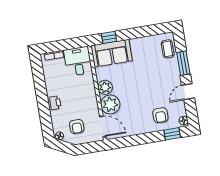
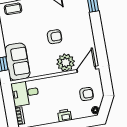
plant: (105, 87) -> (50, 68), removed
armchair: (160, 115) -> (55, 37), moved

